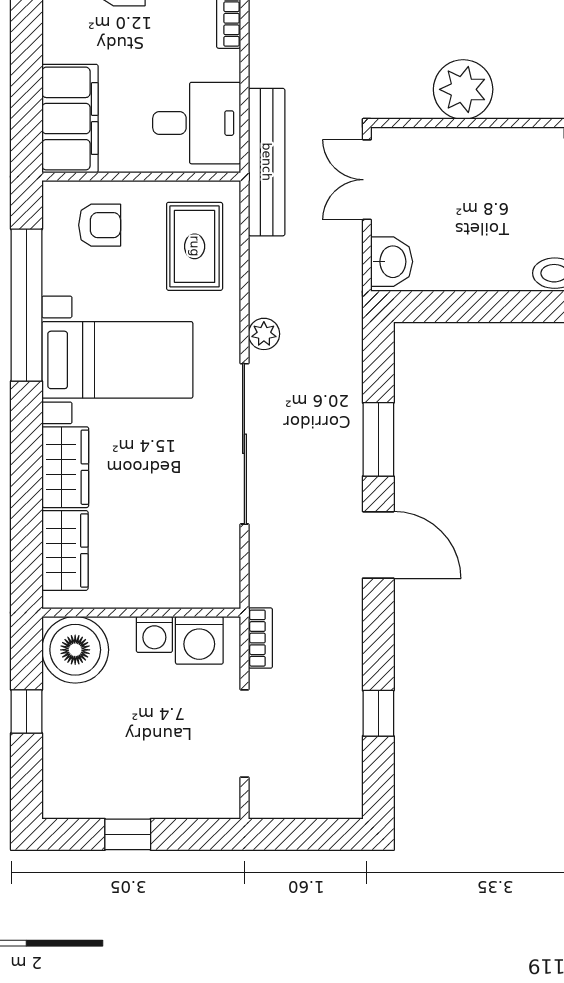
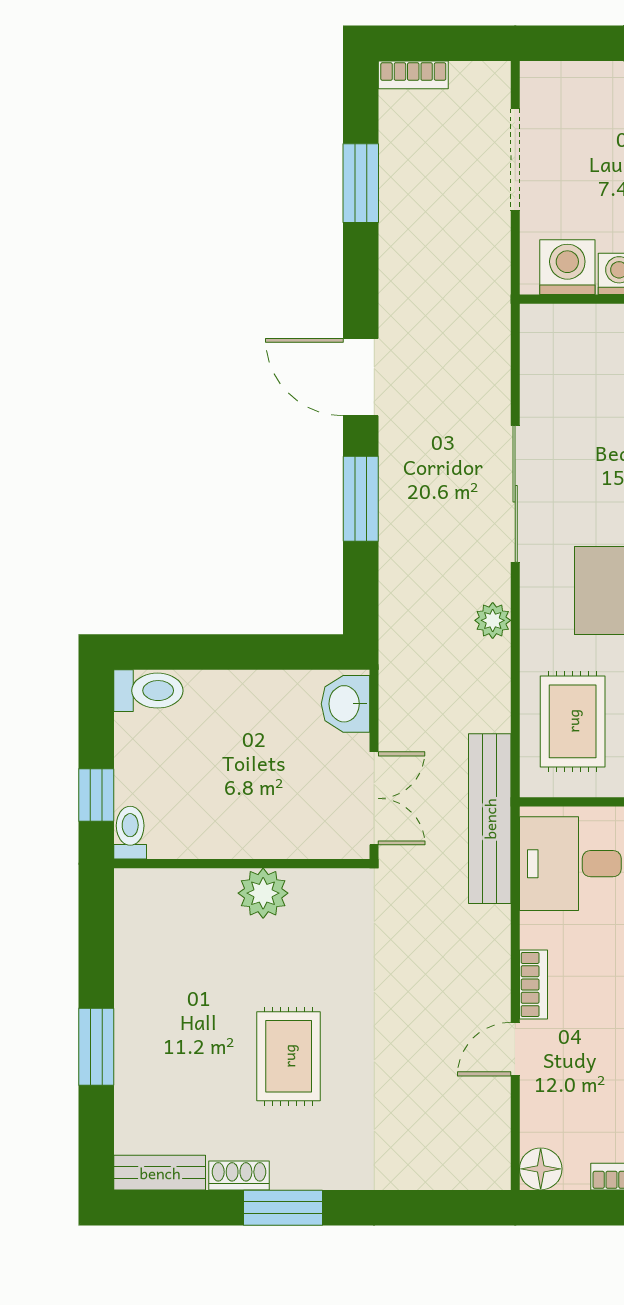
plant: (463, 89) -> (263, 893), width x0.73, depth x0.73
sliding door: (244, 444) -> (515, 494), width x0.73
bookcase: (260, 638) -> (413, 75), moved, turned -90
window: (378, 713) -> (361, 183), width x1.50

